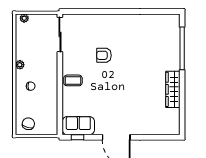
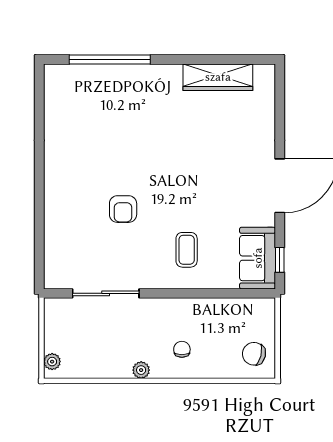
sliding door: (60, 35) -> (106, 293), moved
coffee table: (73, 80) -> (187, 250), moved
wardrobe: (173, 89) -> (218, 77), moved

